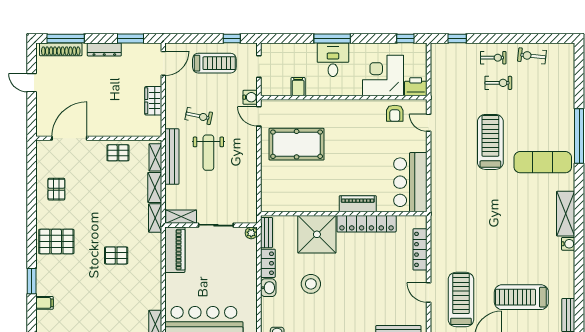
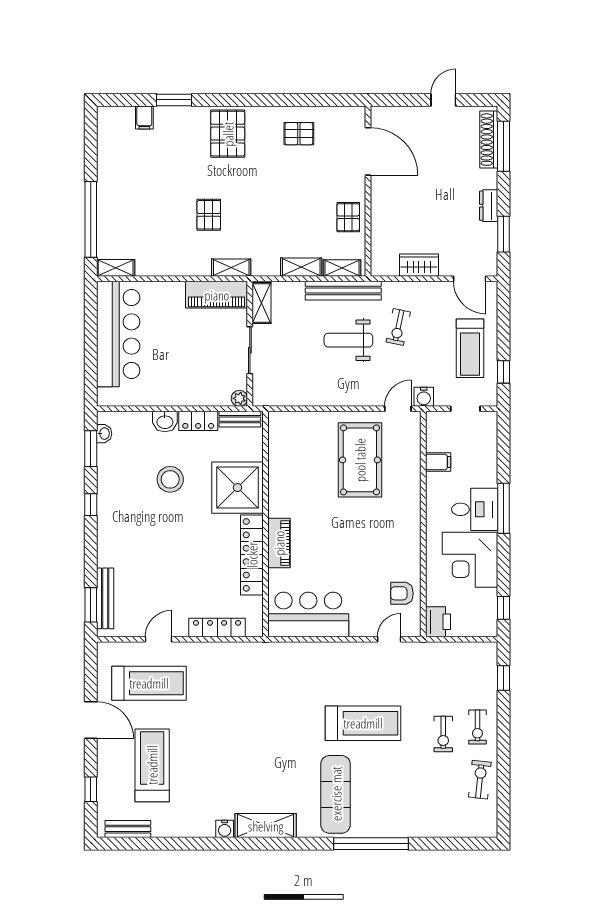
dresser: (104, 49) -> (489, 206), width x0.70
corner desk: (383, 76) -> (470, 560), moved, turned 180
shelving: (155, 218) -> (231, 268), moved

